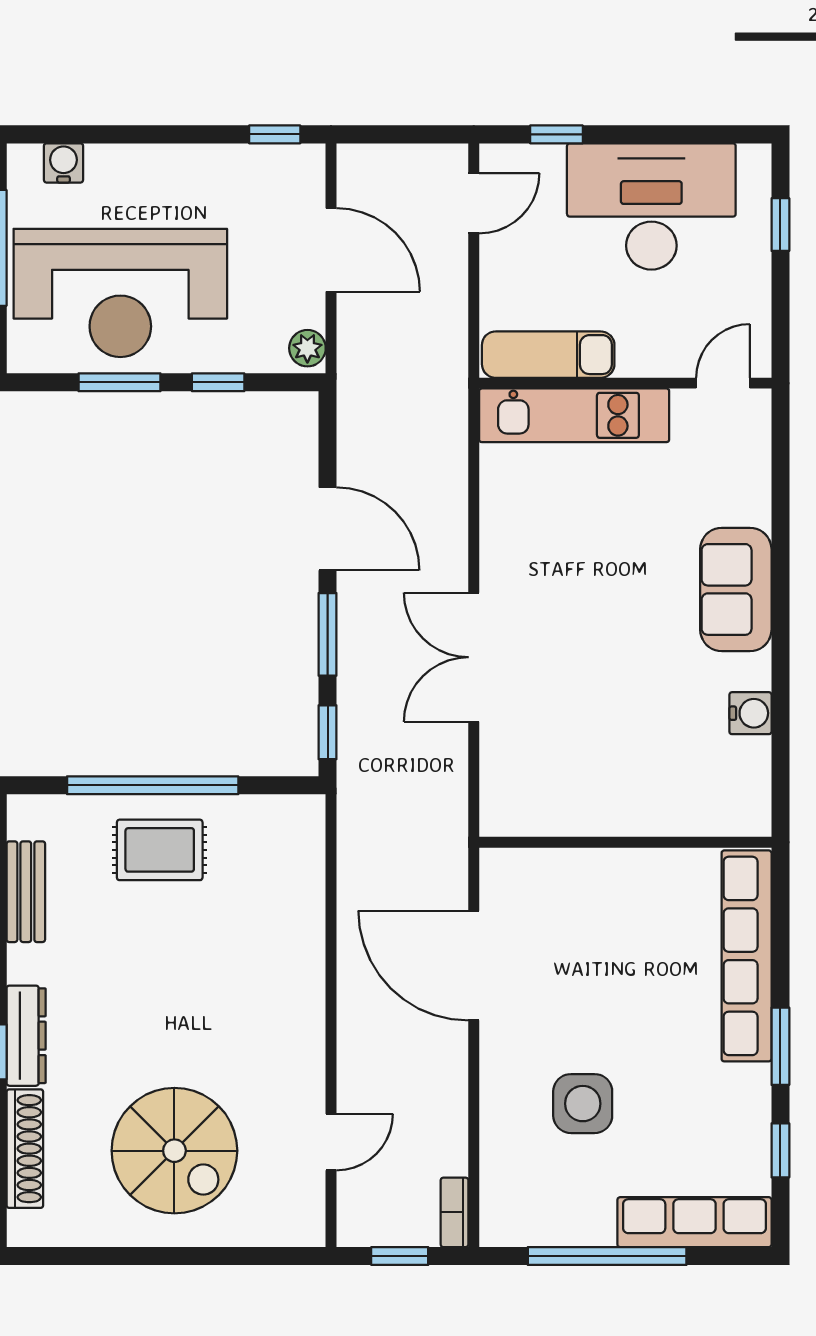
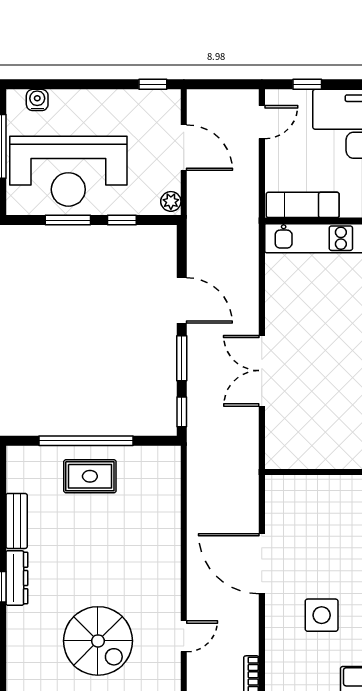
bench: (26, 892) -> (17, 521), moved
door: (474, 965) -> (262, 564), moved
shoe rack: (25, 1149) -> (16, 640), removed

